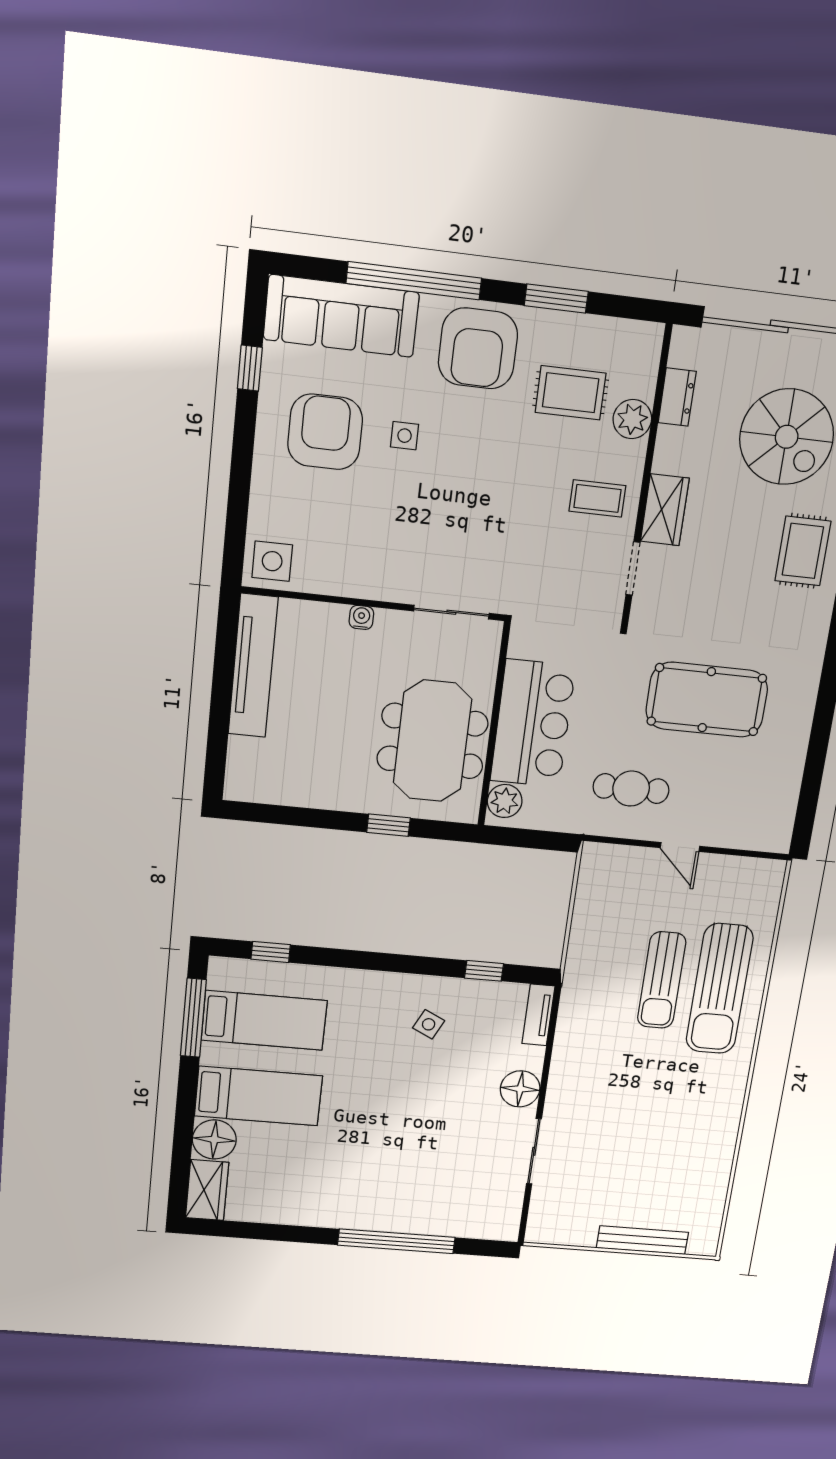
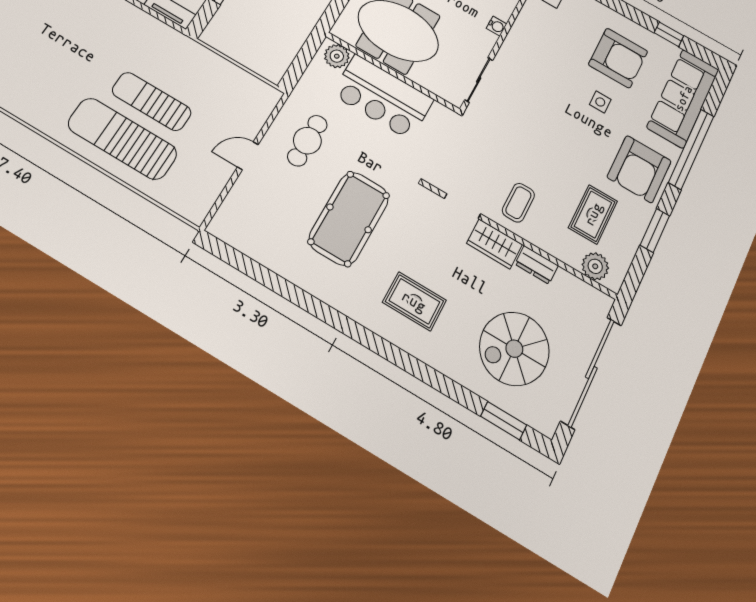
armchair: (478, 348) -> (639, 169), turned -90
dresser: (677, 397) -> (537, 265), moved
plant: (632, 419) -> (595, 266), moved
rug: (803, 551) -> (414, 301), moved

